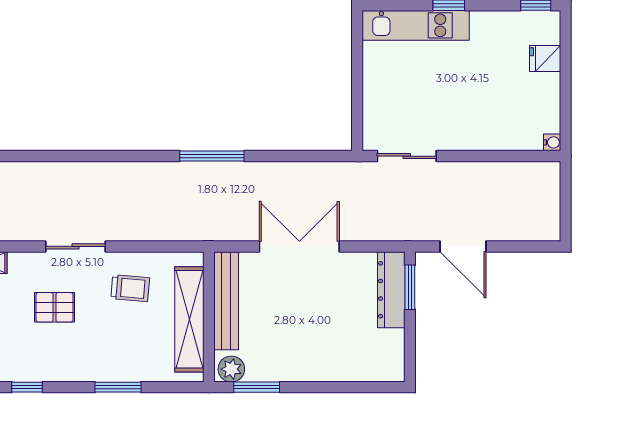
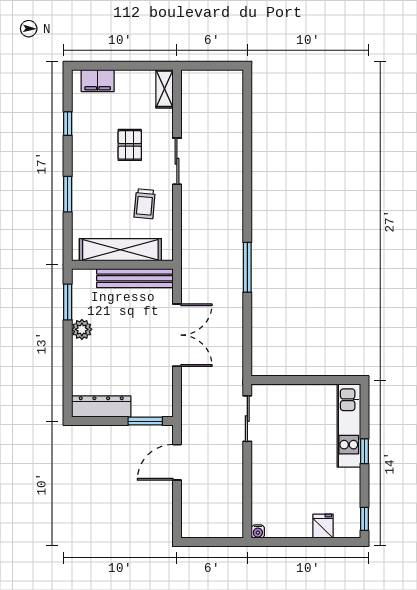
dresser: (391, 290) -> (101, 407), moved
plant: (231, 369) -> (82, 329), moved

